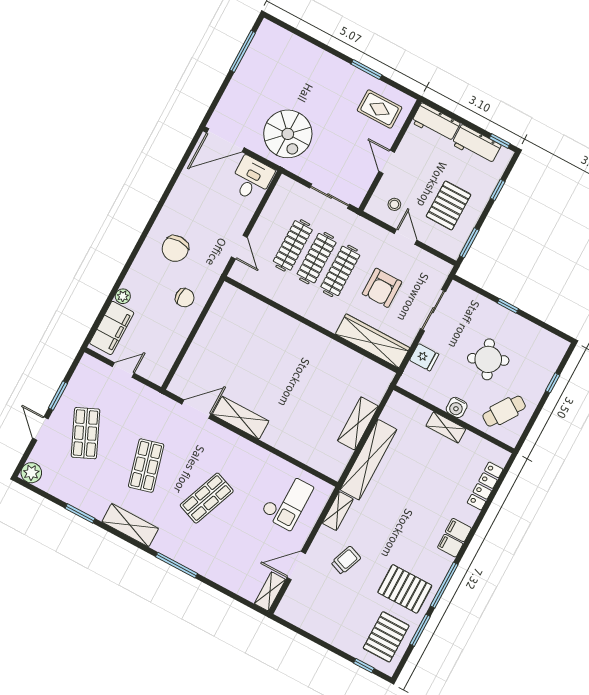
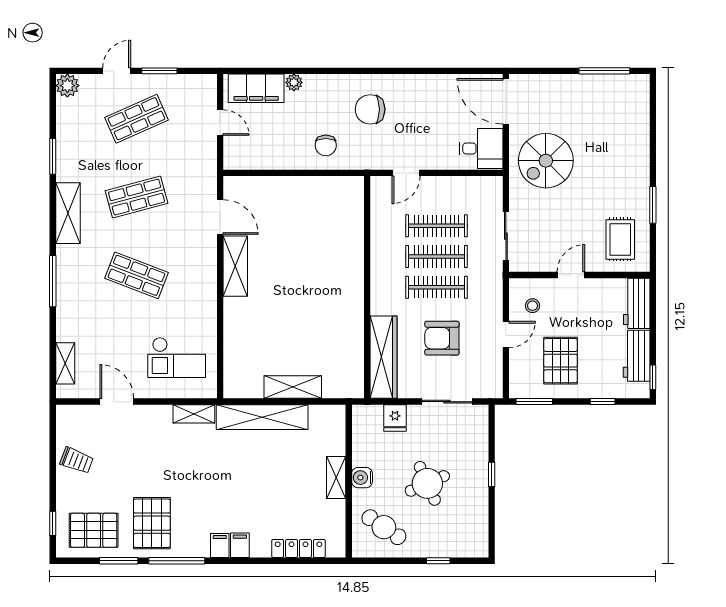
pallet: (449, 205) -> (561, 361), turned 90
trolley: (346, 560) -> (77, 460), moved
shelving: (270, 591) -> (65, 363), moved, turned 90

